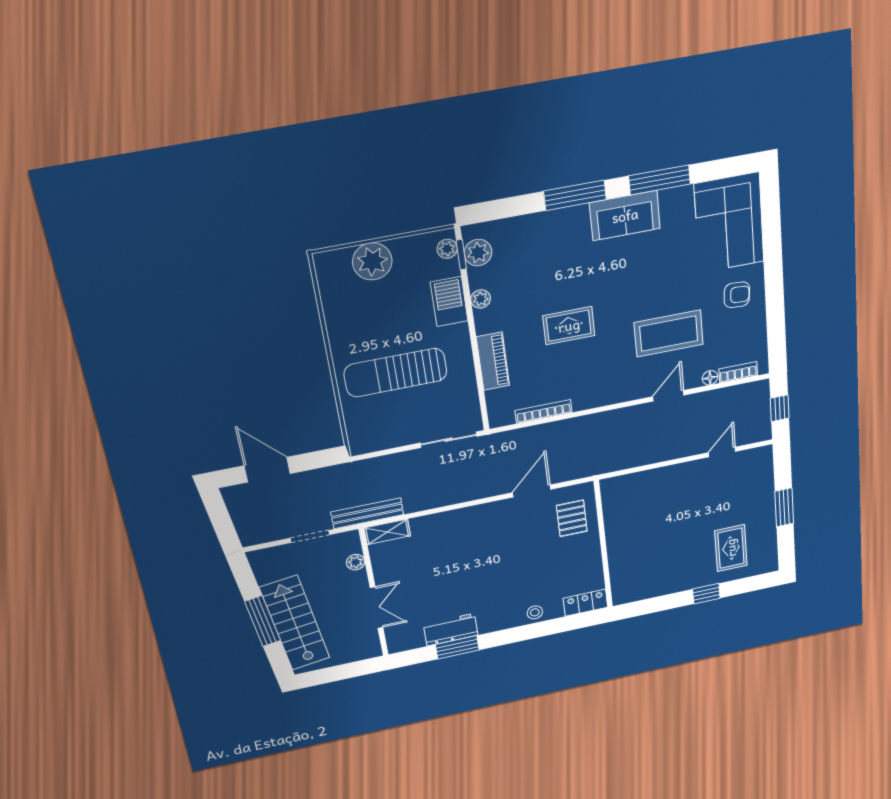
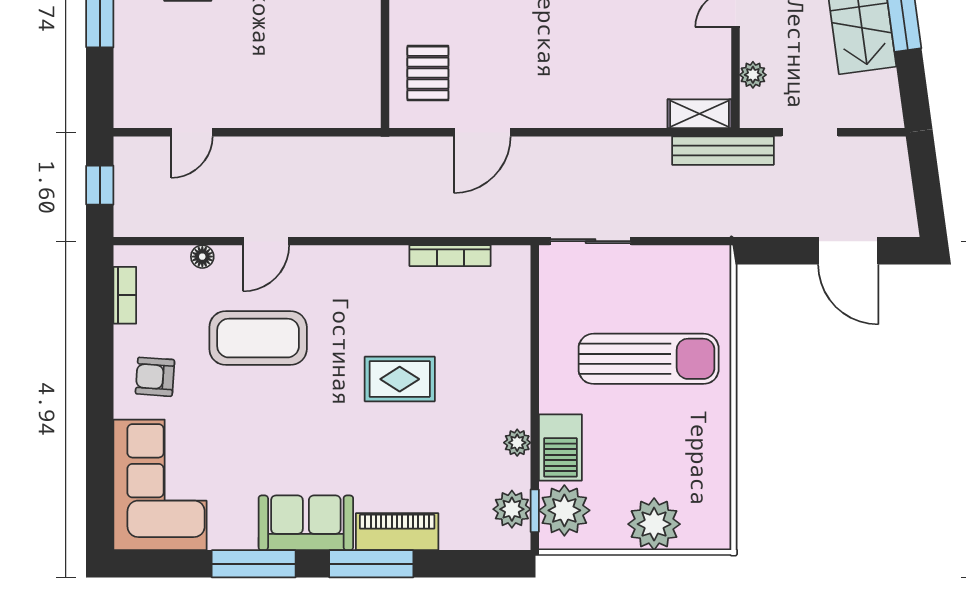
plant: (447, 249) -> (564, 510), width x1.88, depth x1.88
piano: (493, 361) -> (397, 532), moved, turned 90
bookcase: (738, 372) -> (125, 295), moved, turned -90

